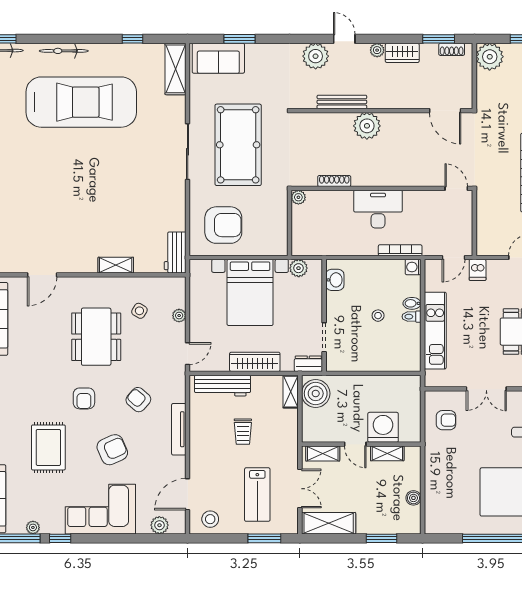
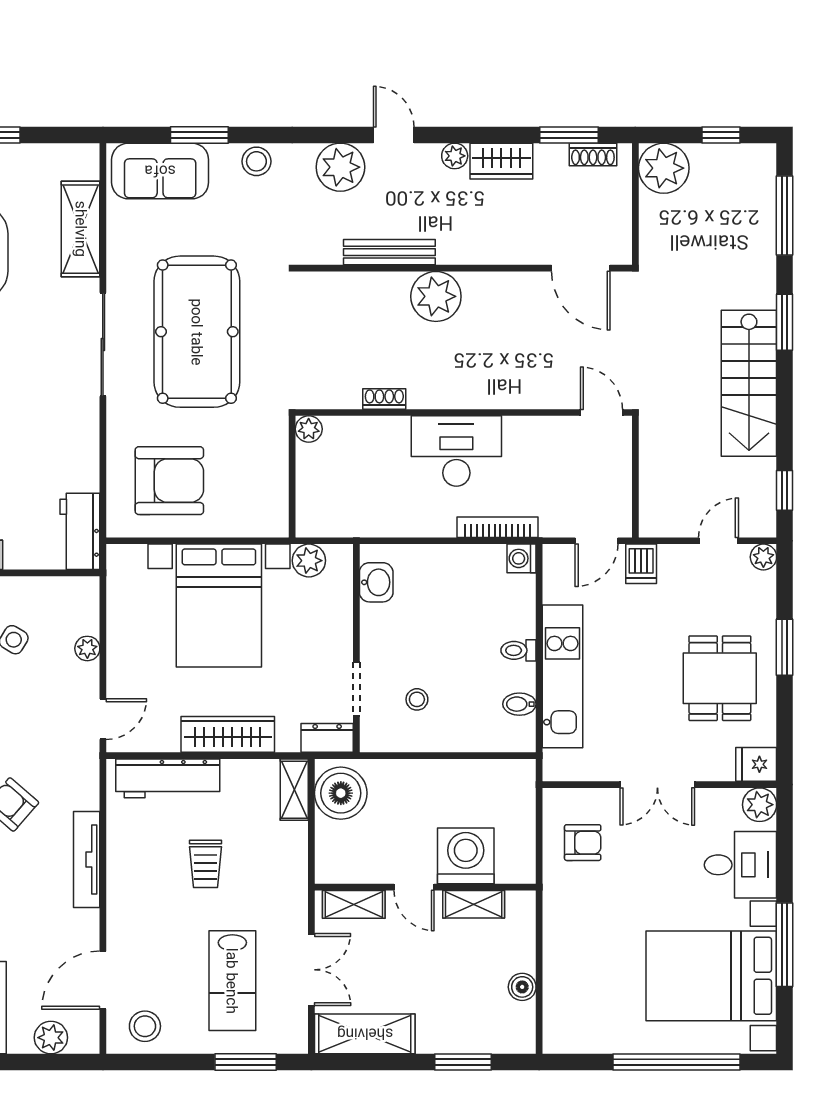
stool: (270, 53) -> (256, 161), added
shelving: (175, 69) -> (81, 229), moved
shoe rack: (334, 181) -> (384, 399), width x0.70
bidet: (412, 303) -> (519, 704), moved
stool: (378, 316) -> (417, 699), moved

